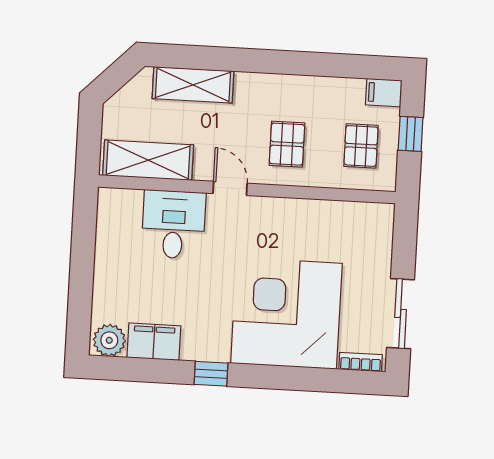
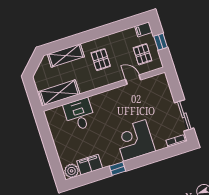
pallet: (287, 144) -> (101, 60), moved
door: (230, 188) -> (133, 80), moved
corner desk: (286, 313) -> (135, 140), width x0.74, depth x0.74

